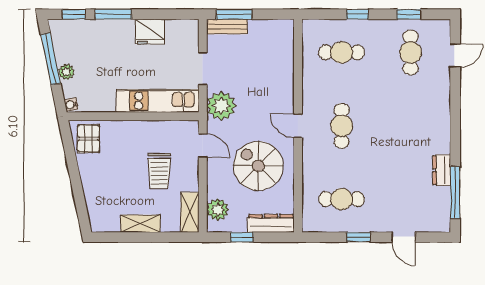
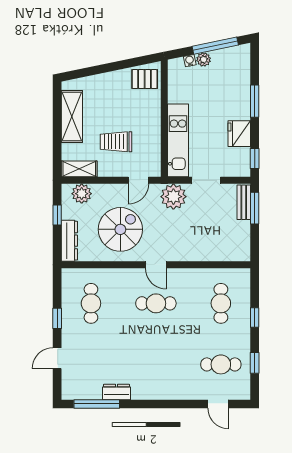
window: (74, 14) -> (255, 159), moved
water cooler: (71, 105) -> (190, 61), moved
door: (298, 126) -> (156, 265), swing flipped
shelving: (141, 224) -> (72, 117), width x1.50, depth x1.33

